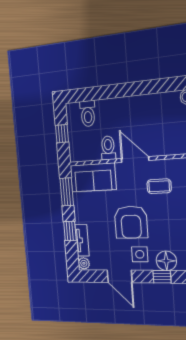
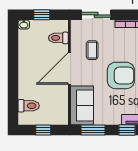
toilet: (108, 148) -> (58, 38), moved
door: (135, 159) -> (69, 68), width x1.36

